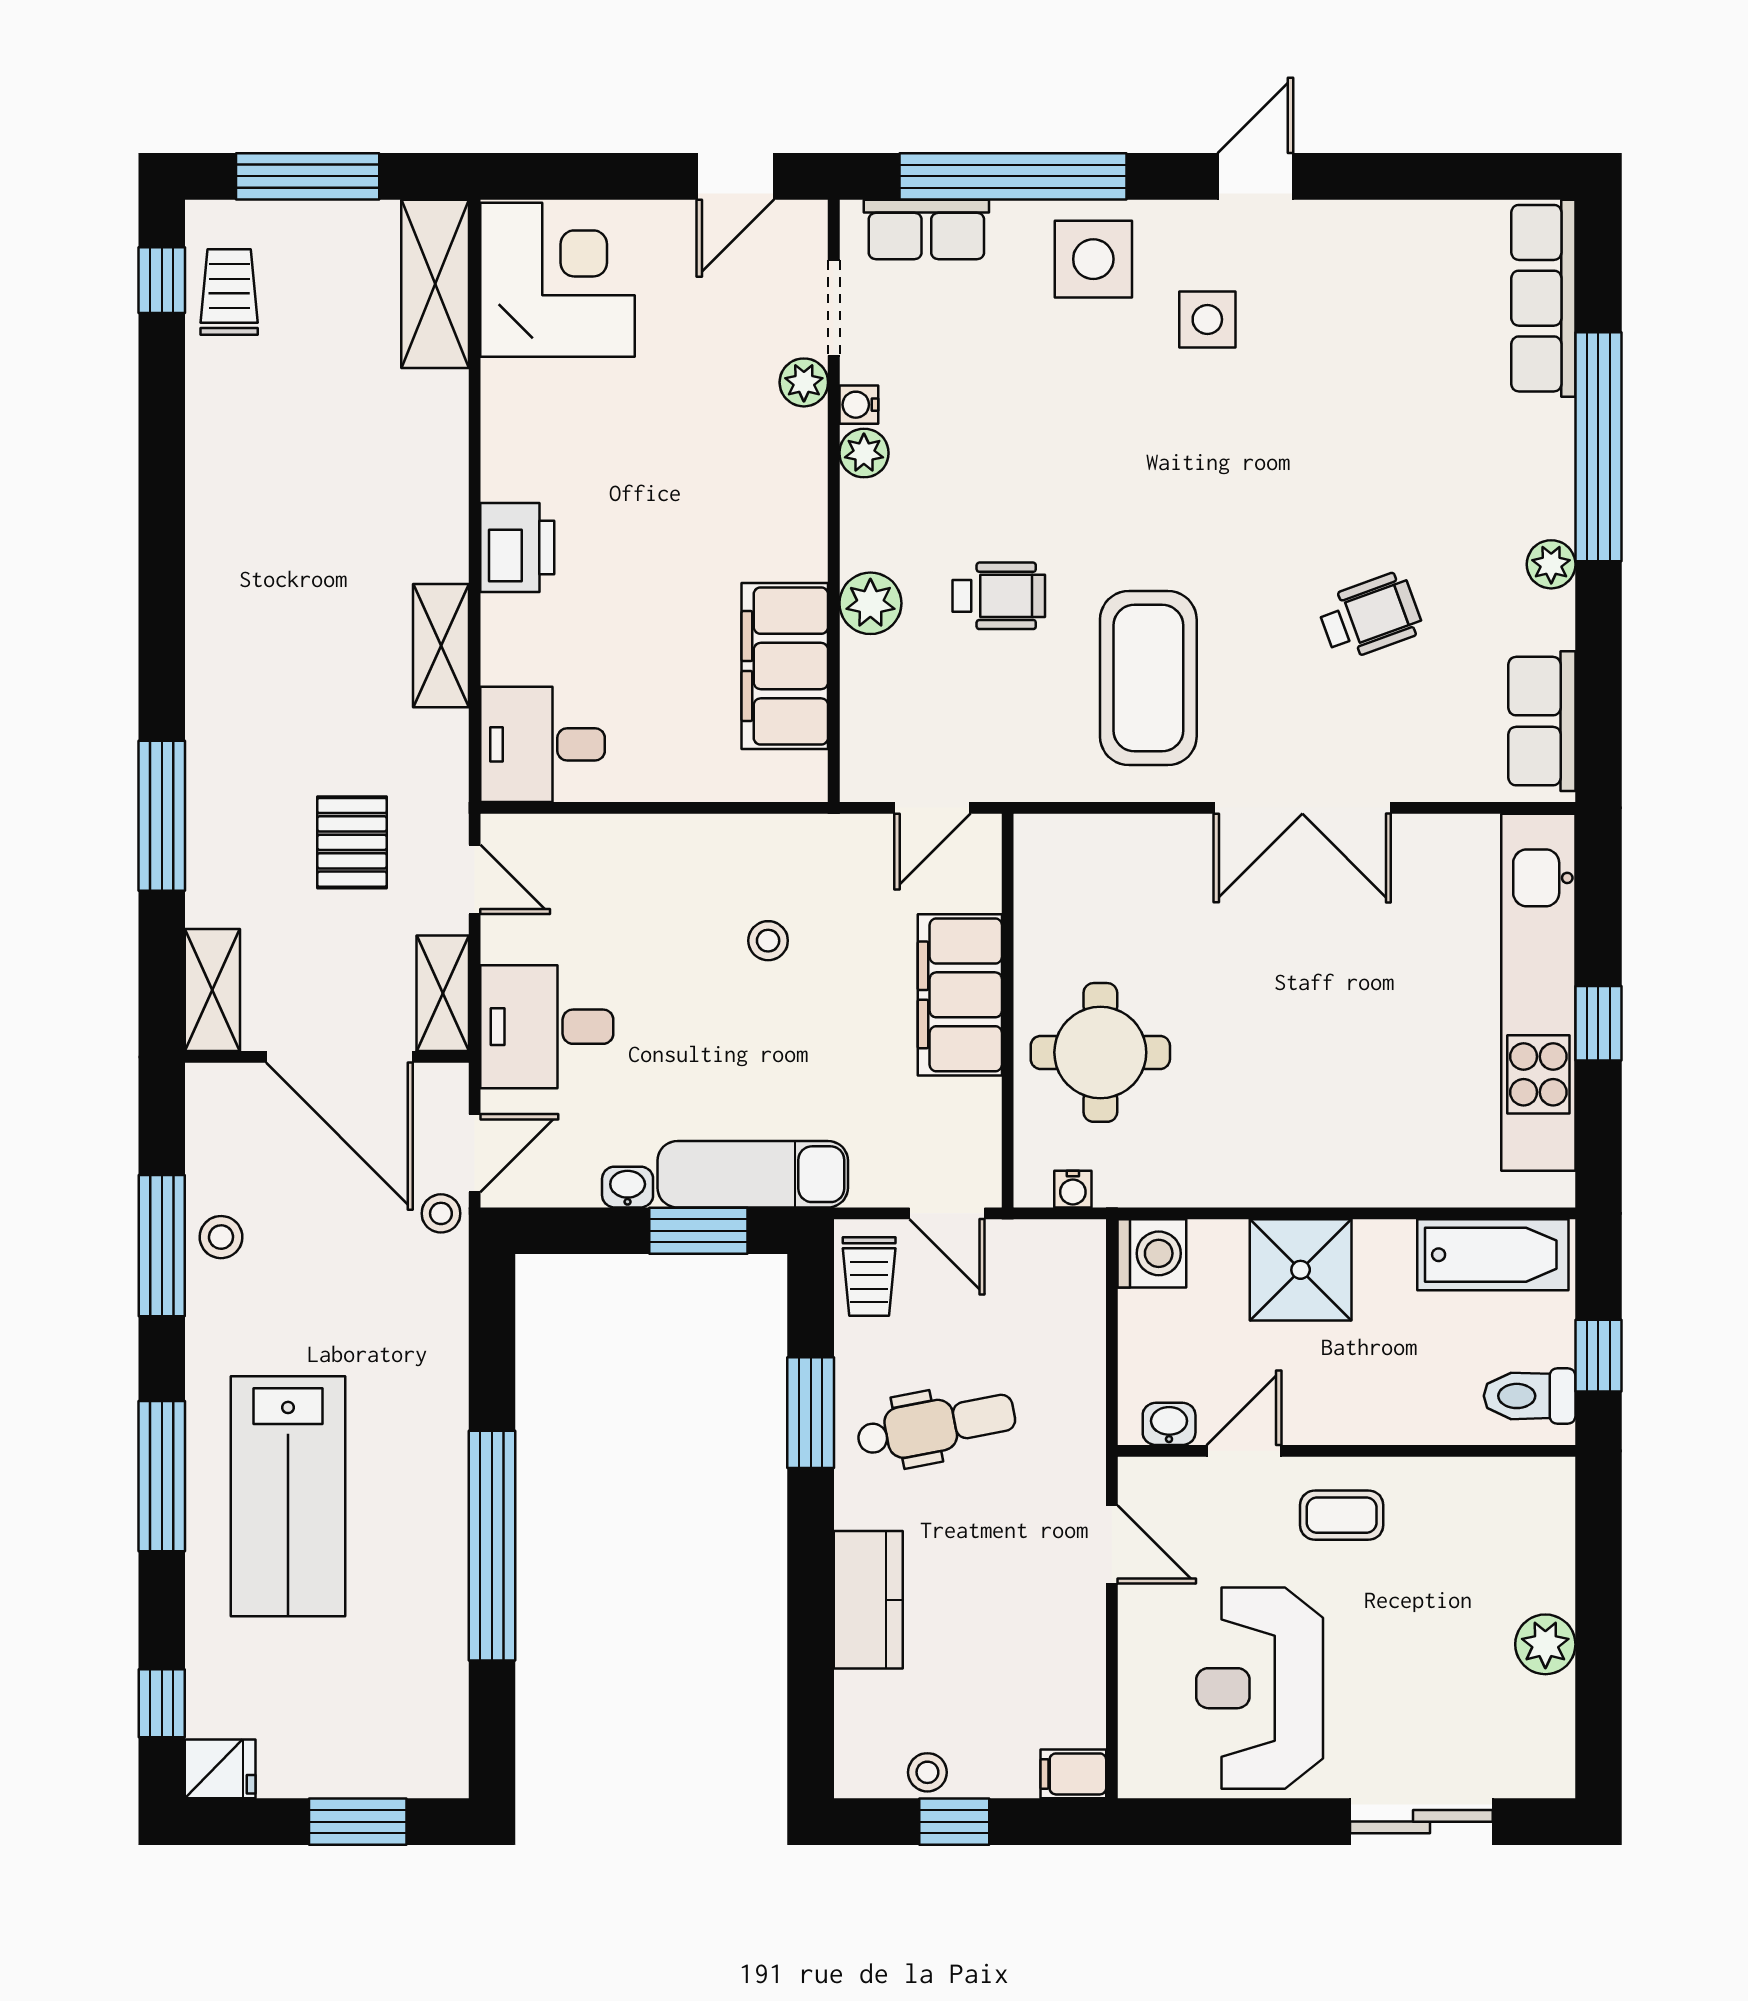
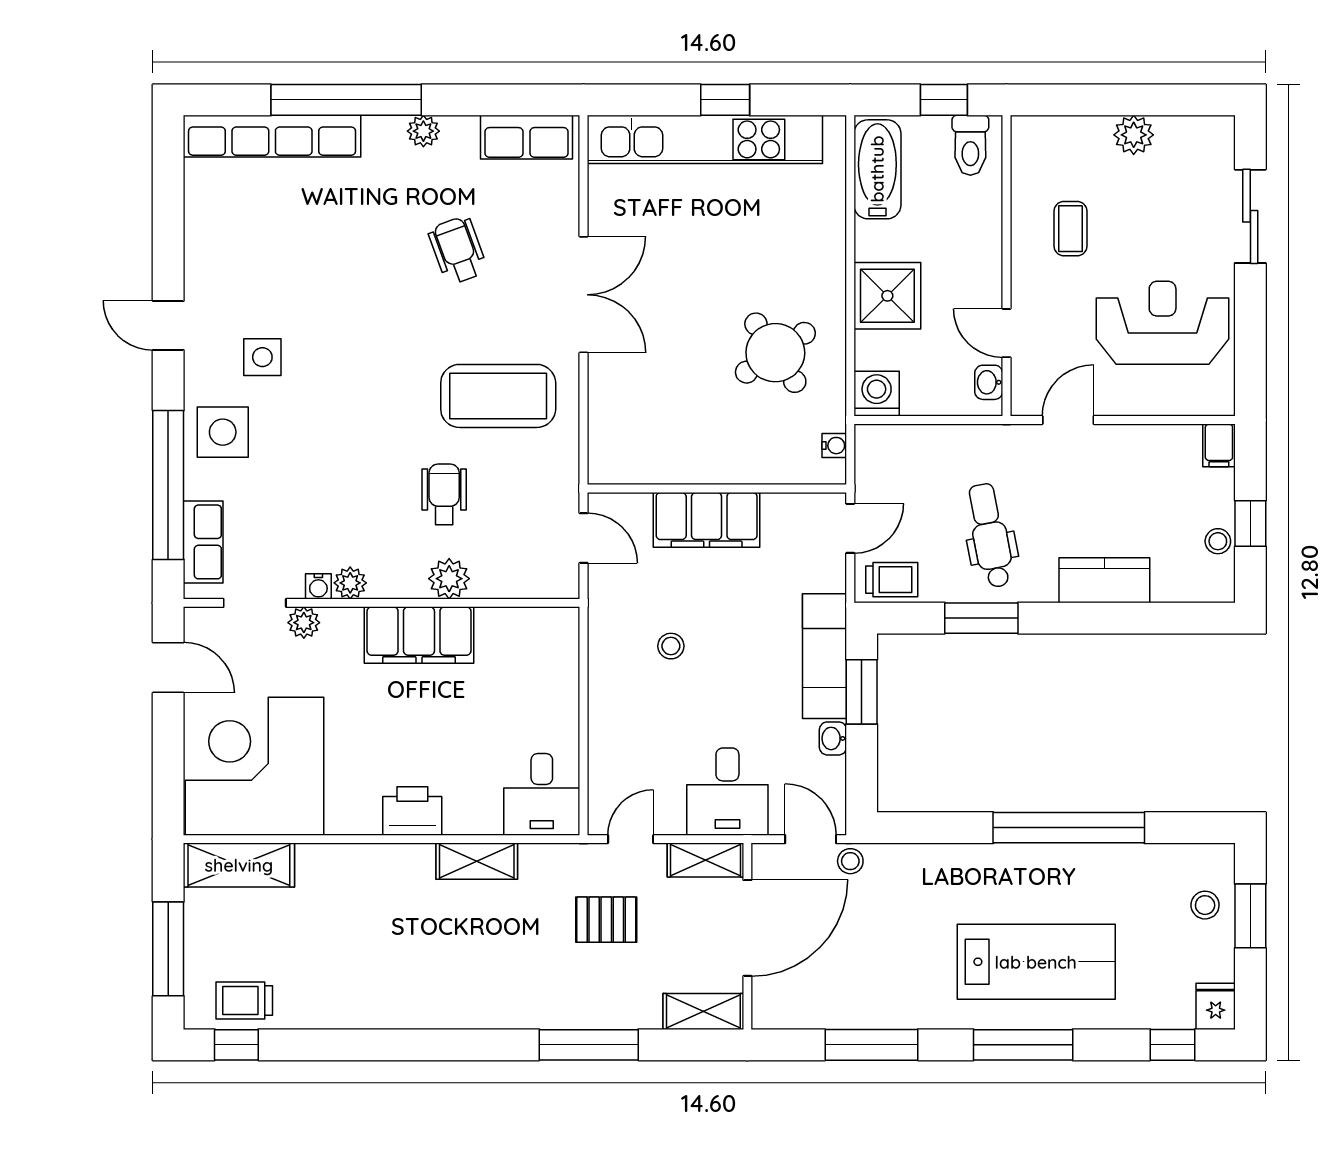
corner desk: (558, 280) -> (254, 766), width x1.36, depth x1.36
row of seats: (1543, 298) -> (272, 136), width x1.36
filing cabinet: (785, 666) -> (419, 635), moved
round table: (1100, 1052) -> (775, 353), moved, turned -34
stool: (221, 1237) -> (1205, 905), moved
coffee table: (1342, 1515) -> (1071, 229), moved
reception desk: (1260, 1688) -> (1163, 323), turned 180

